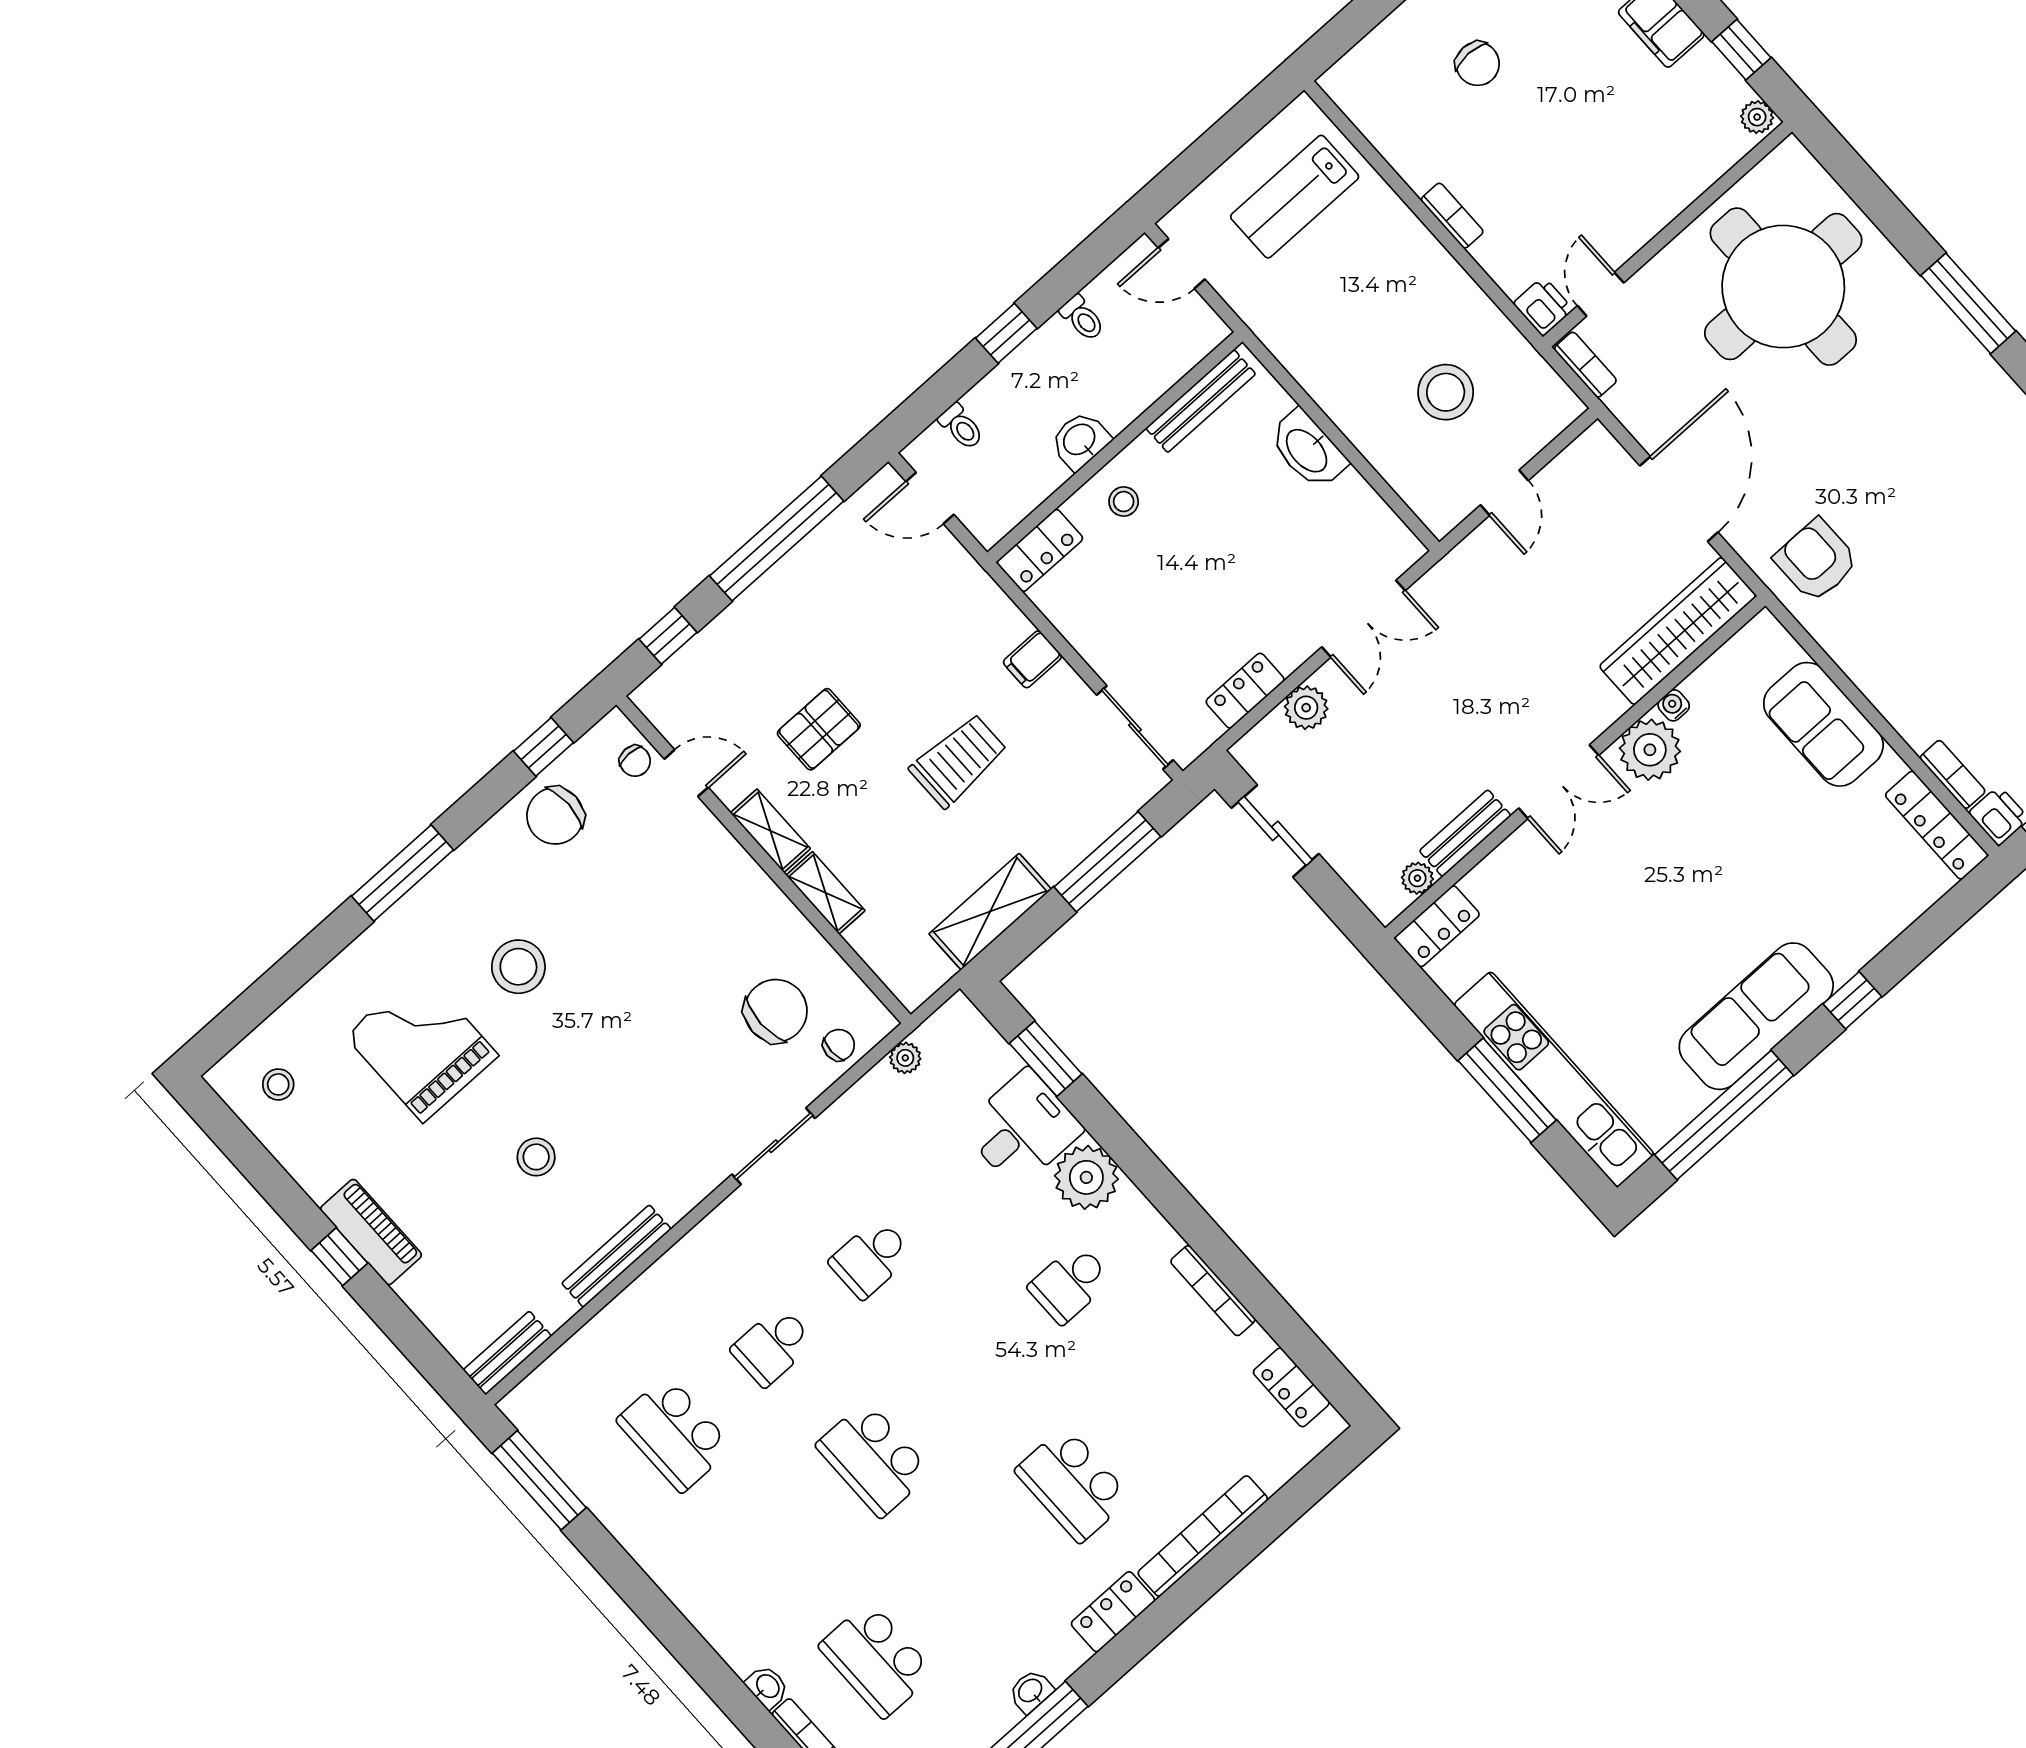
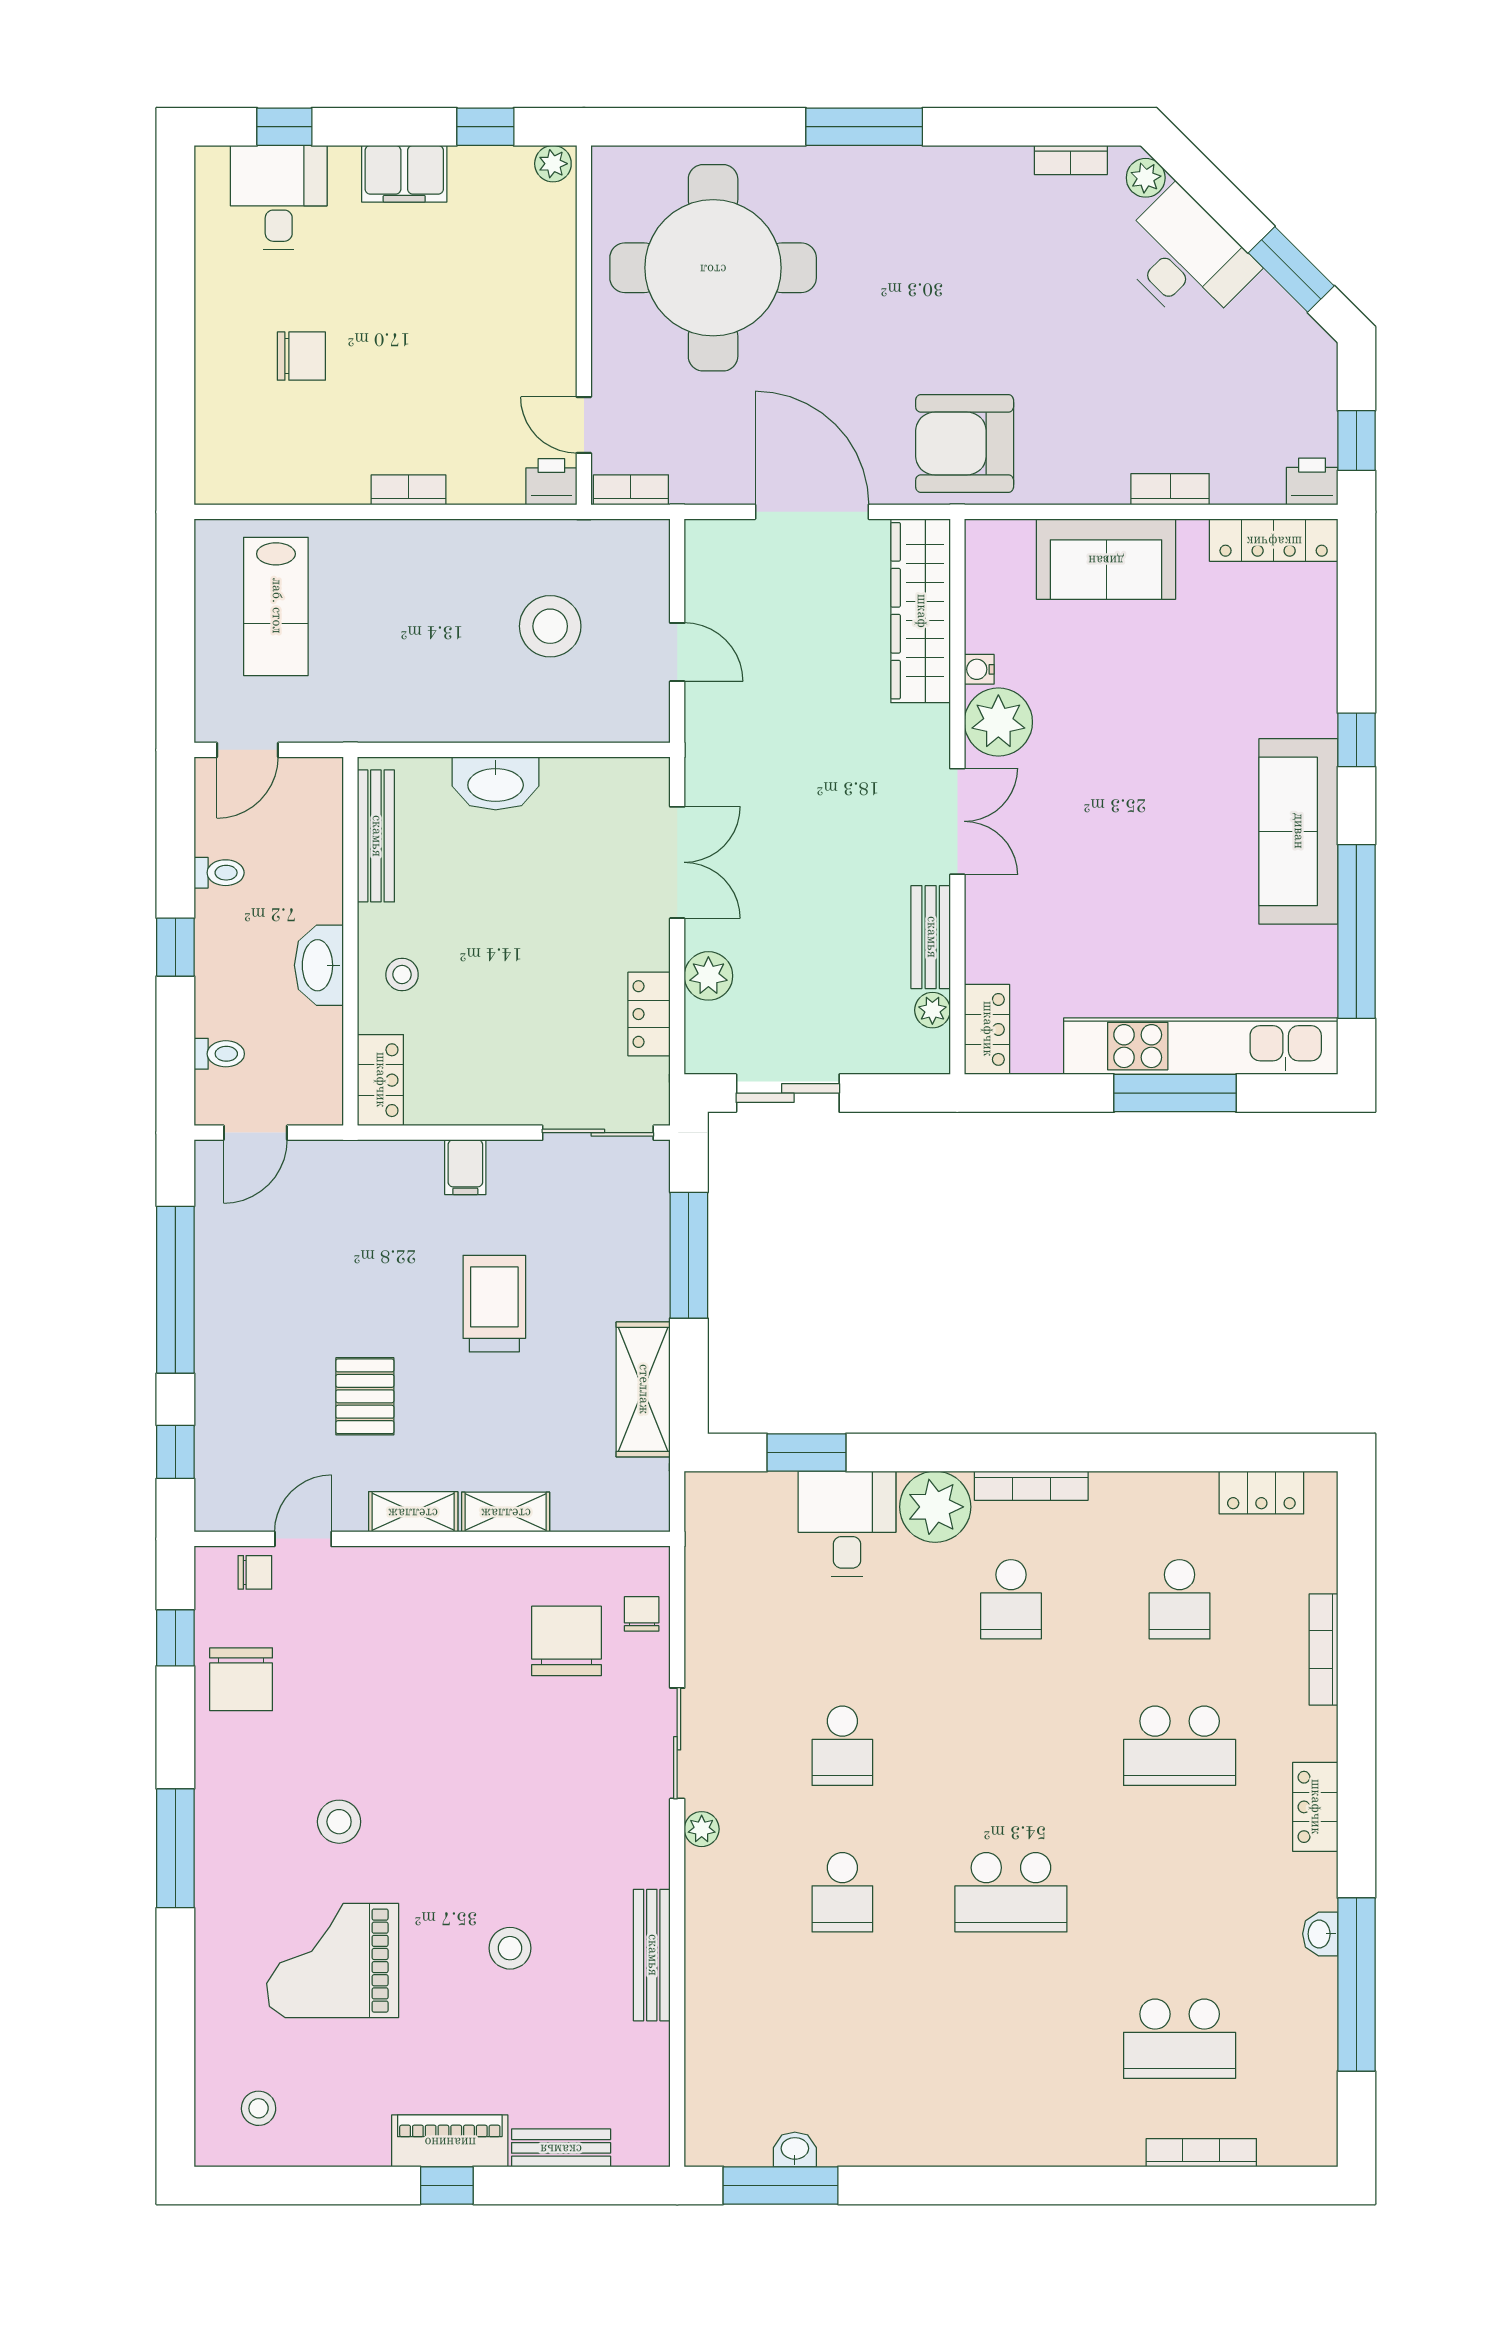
washbasin: (1080, 440) -> (319, 965), width x1.38
armchair: (1816, 560) -> (965, 444), width x1.36, depth x1.36
bookcase: (1953, 774) -> (1170, 489), moved
stool: (518, 967) -> (339, 1822), width x0.73, depth x0.73
plant: (905, 1058) -> (702, 1829), moved
bookcase: (1213, 1291) -> (1031, 1486), moved
bench: (507, 1353) -> (561, 2148), moved, turned 90
school desk: (674, 1434) -> (1180, 1599), moved, width x0.54
bookcase: (1203, 1536) -> (1323, 1649), width x0.68, depth x0.76
washbasin: (767, 1687) -> (795, 2149), moved

